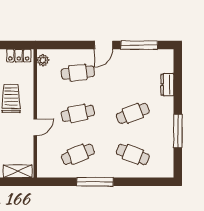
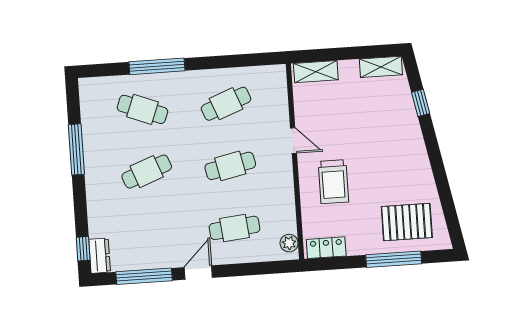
window: (178, 66) -> (83, 249), added
dresser: (167, 85) -> (100, 256), moved
door: (35, 127) -> (294, 141), swing flipped
window: (95, 182) -> (157, 66), moved

